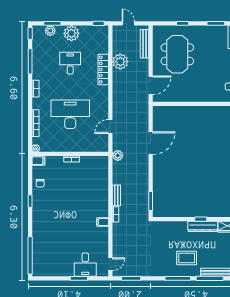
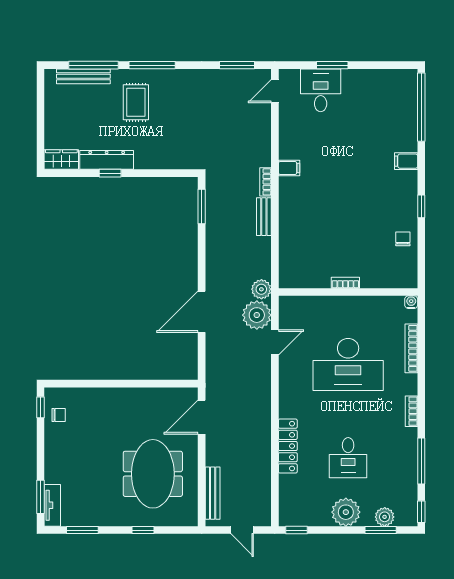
plant: (120, 62) -> (257, 315), moved
filing cabinet: (38, 161) -> (406, 161), moved
rug: (187, 258) -> (136, 102), turned 90

